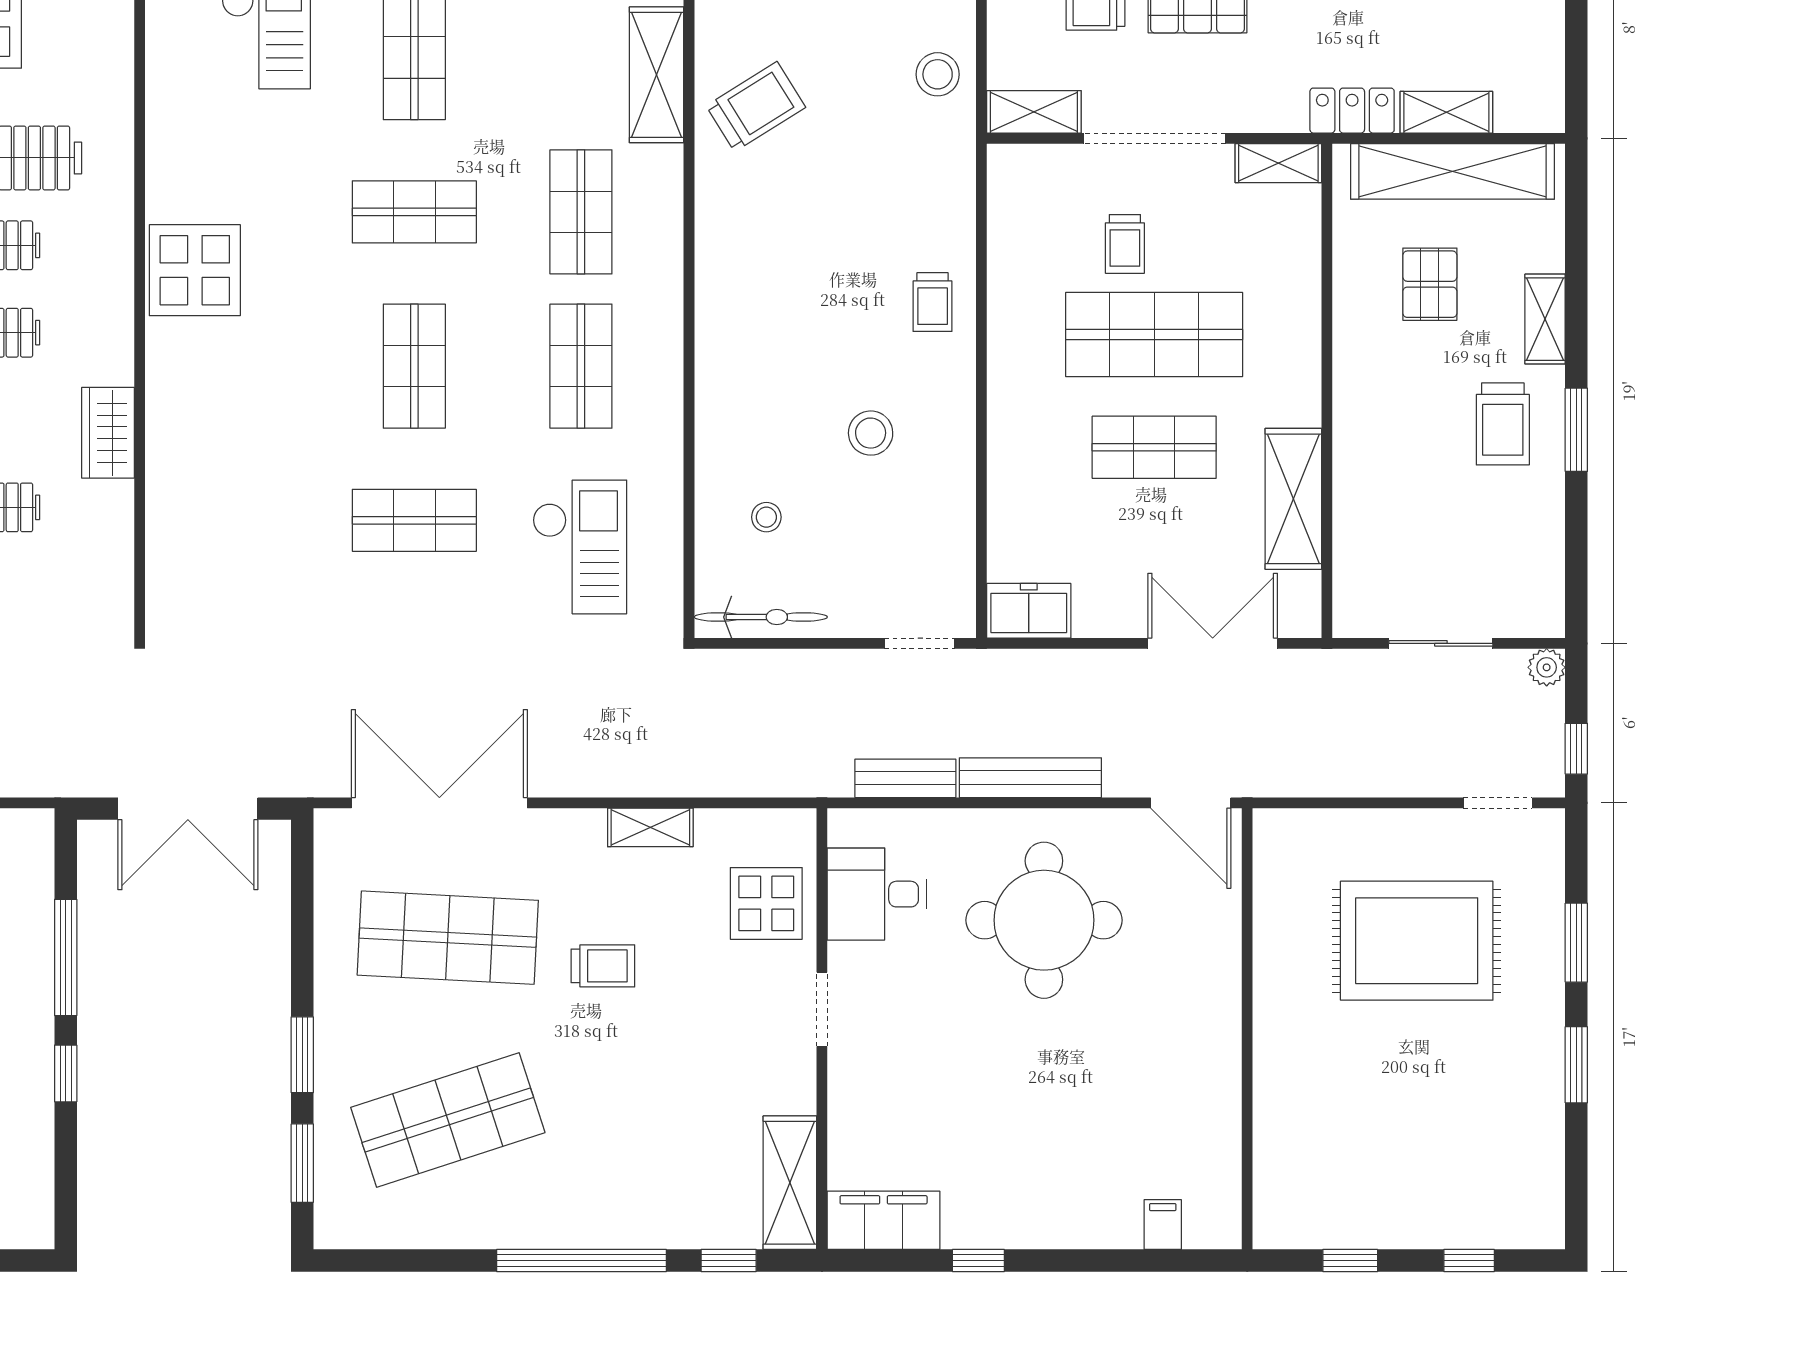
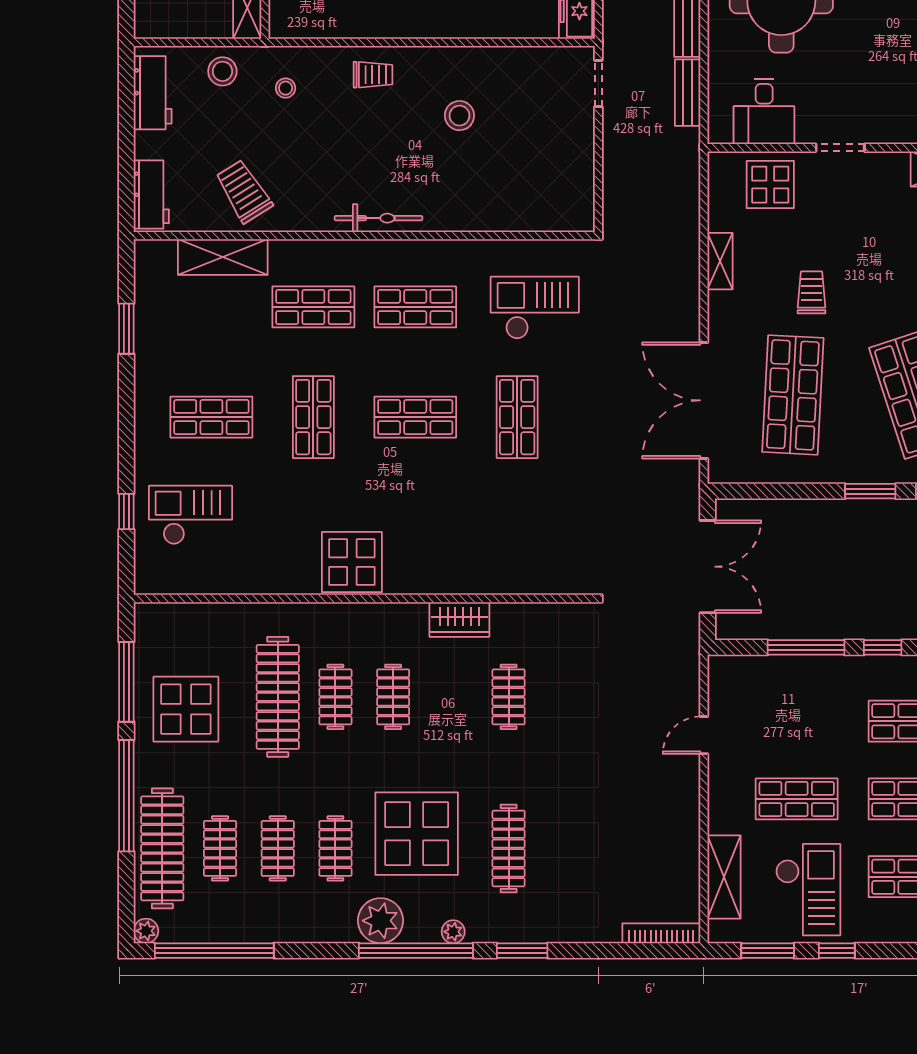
stool: (766, 517) -> (286, 88), moved
bicycle: (761, 617) -> (378, 218), moved, turned 90

